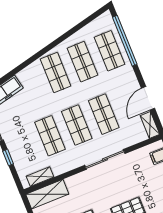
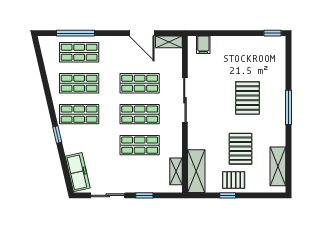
window: (125, 41) -> (75, 33), width x0.68
window: (30, 61) -> (57, 135), added

